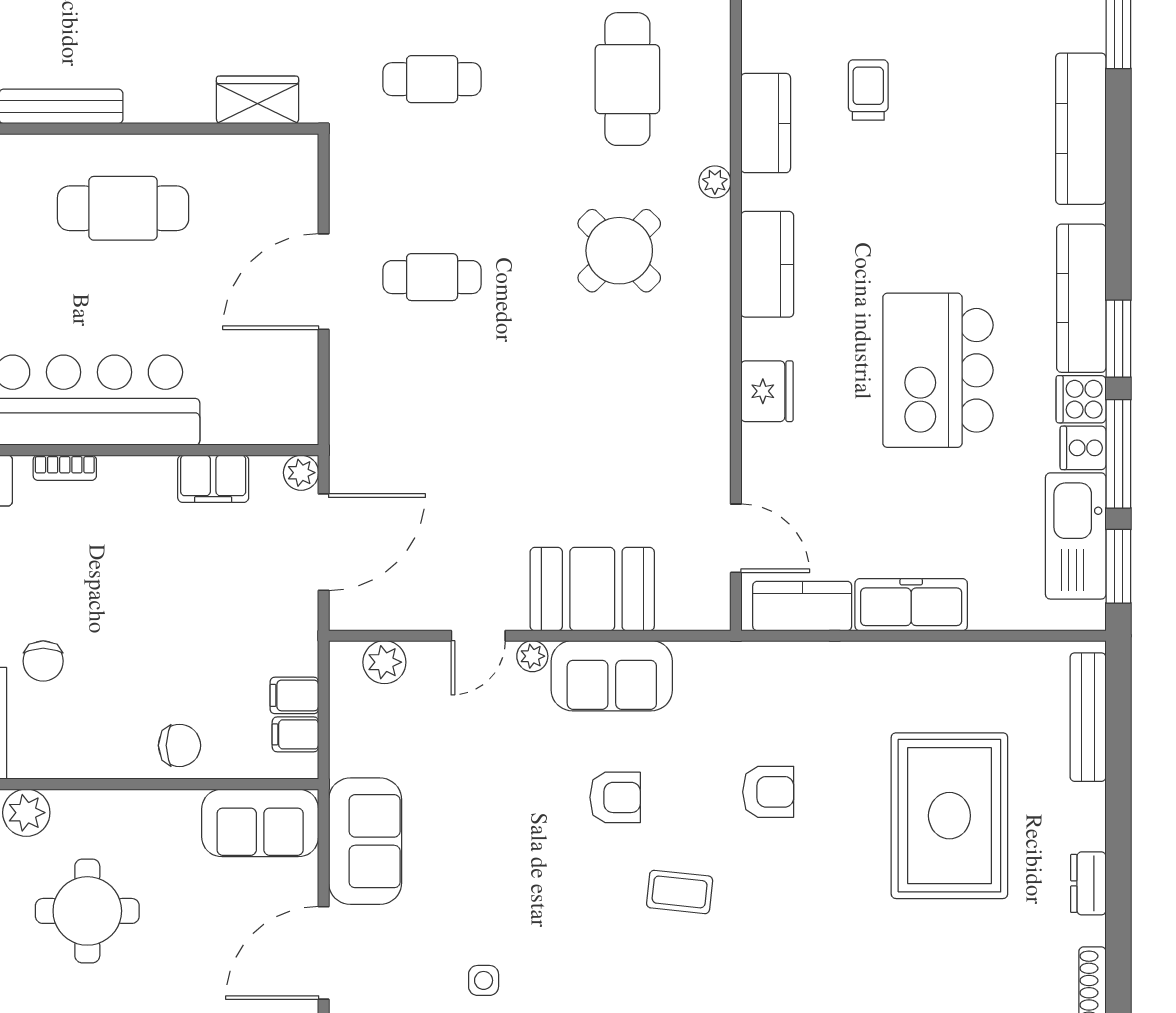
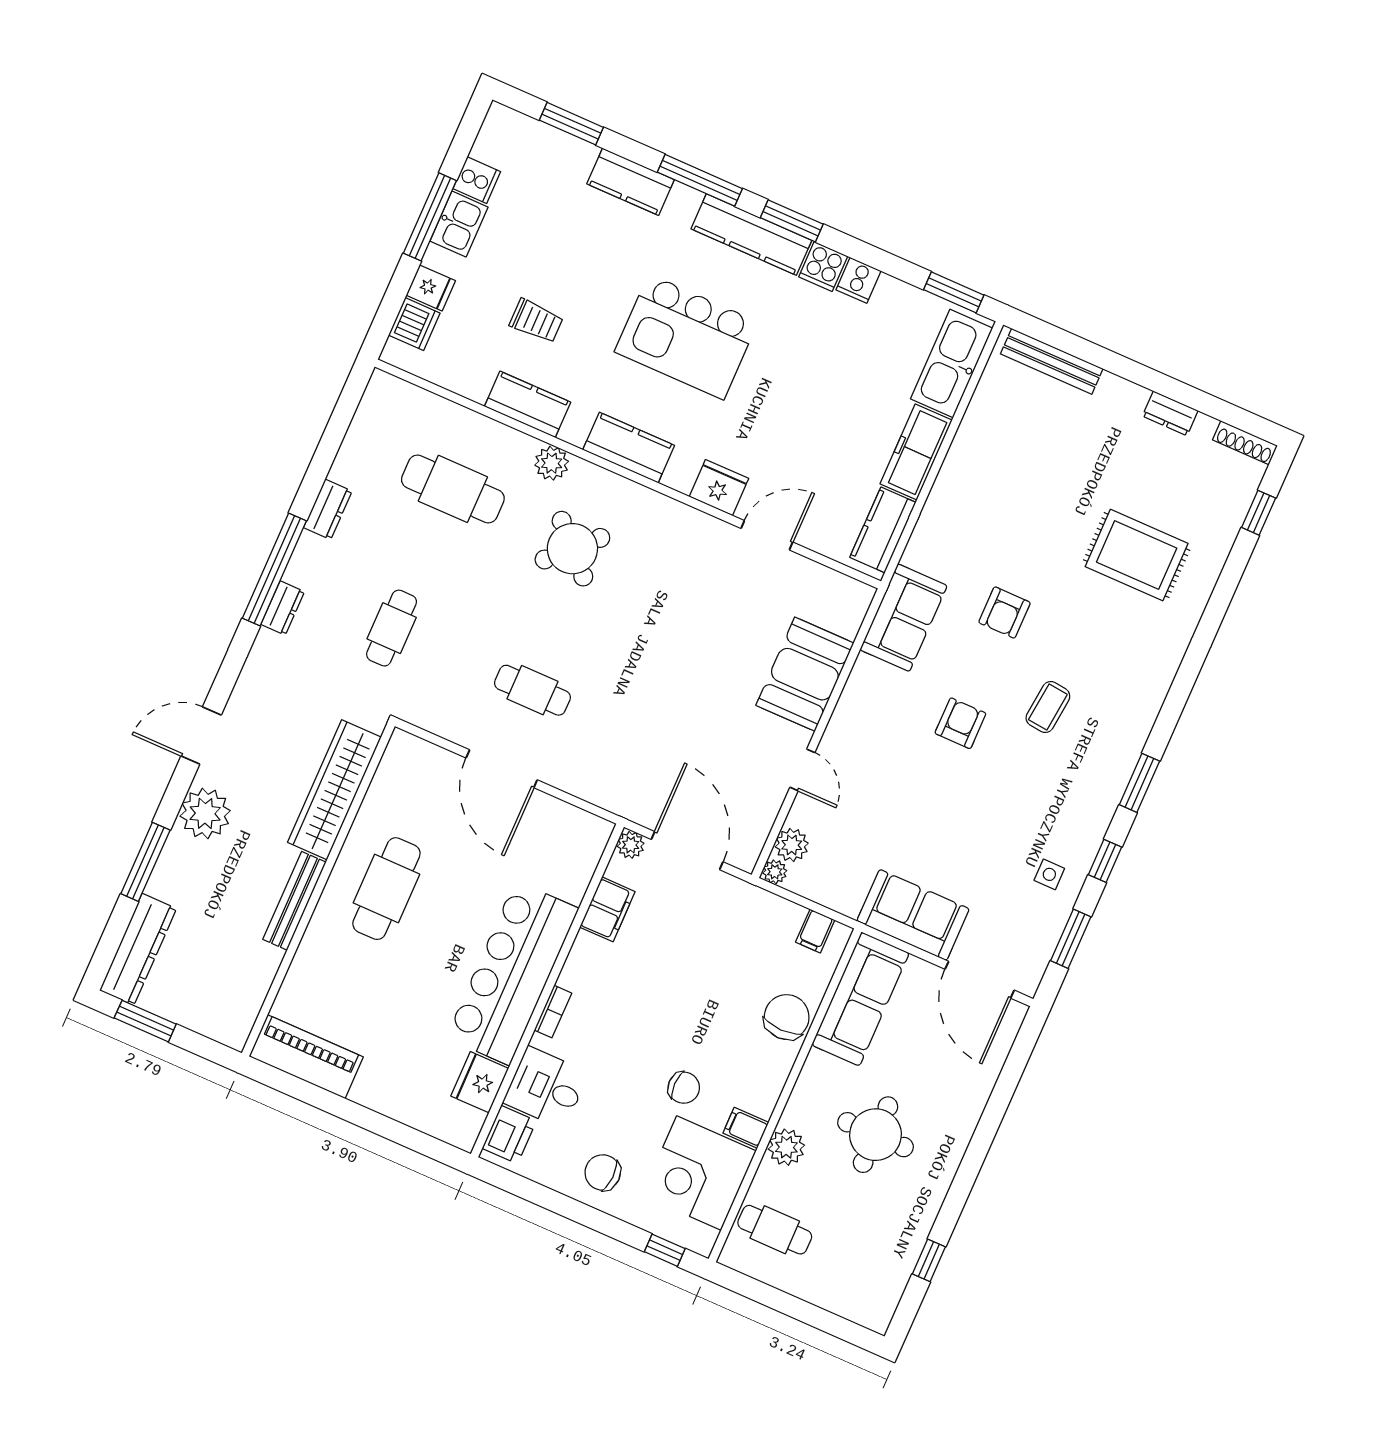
trolley: (868, 90) -> (536, 321), turned 180
wardrobe: (258, 100) -> (334, 790), width x2.10, depth x1.17
kitchen counter: (1081, 129) -> (631, 182), width x0.67
plant: (715, 182) -> (552, 463), width x1.38, depth x1.38
cafe table: (432, 277) -> (532, 690), turned 90
kitchen island: (938, 370) -> (686, 337), moved
window: (1118, 454) -> (700, 180), moved
kitchen sink: (1076, 536) -> (952, 363), moved, turned 90
door: (736, 538) -> (767, 535), moved
plant: (532, 656) -> (775, 872), moved
sofa: (612, 676) -> (903, 618), moved
filing cabinet: (294, 695) -> (746, 1128), moved, turned 90
chair: (179, 745) -> (787, 1017), width x1.37, depth x1.37
armchair: (768, 792) -> (1004, 613), turned 180
rug: (949, 816) -> (1137, 555), moved, width x0.73, depth x0.69
sofa: (260, 823) -> (860, 999), width x1.36

